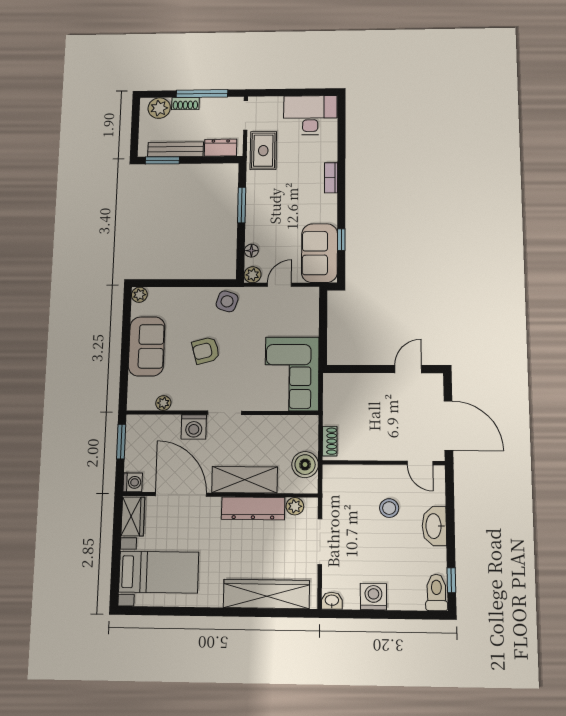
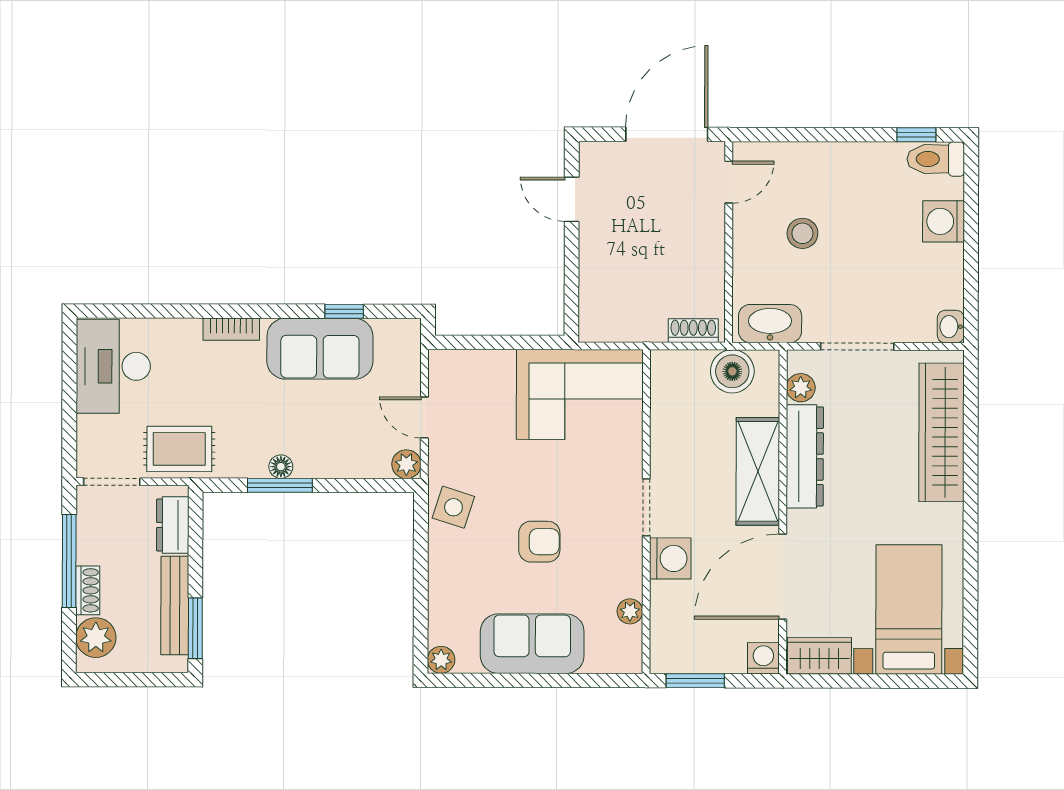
floor lamp: (251, 251) -> (281, 467), moved
sofa: (320, 253) -> (320, 349), moved
armchair: (206, 350) -> (539, 542), turned -75
washbasin: (434, 526) -> (770, 324), moved, turned 180
washing machine: (373, 597) -> (944, 221), moved

